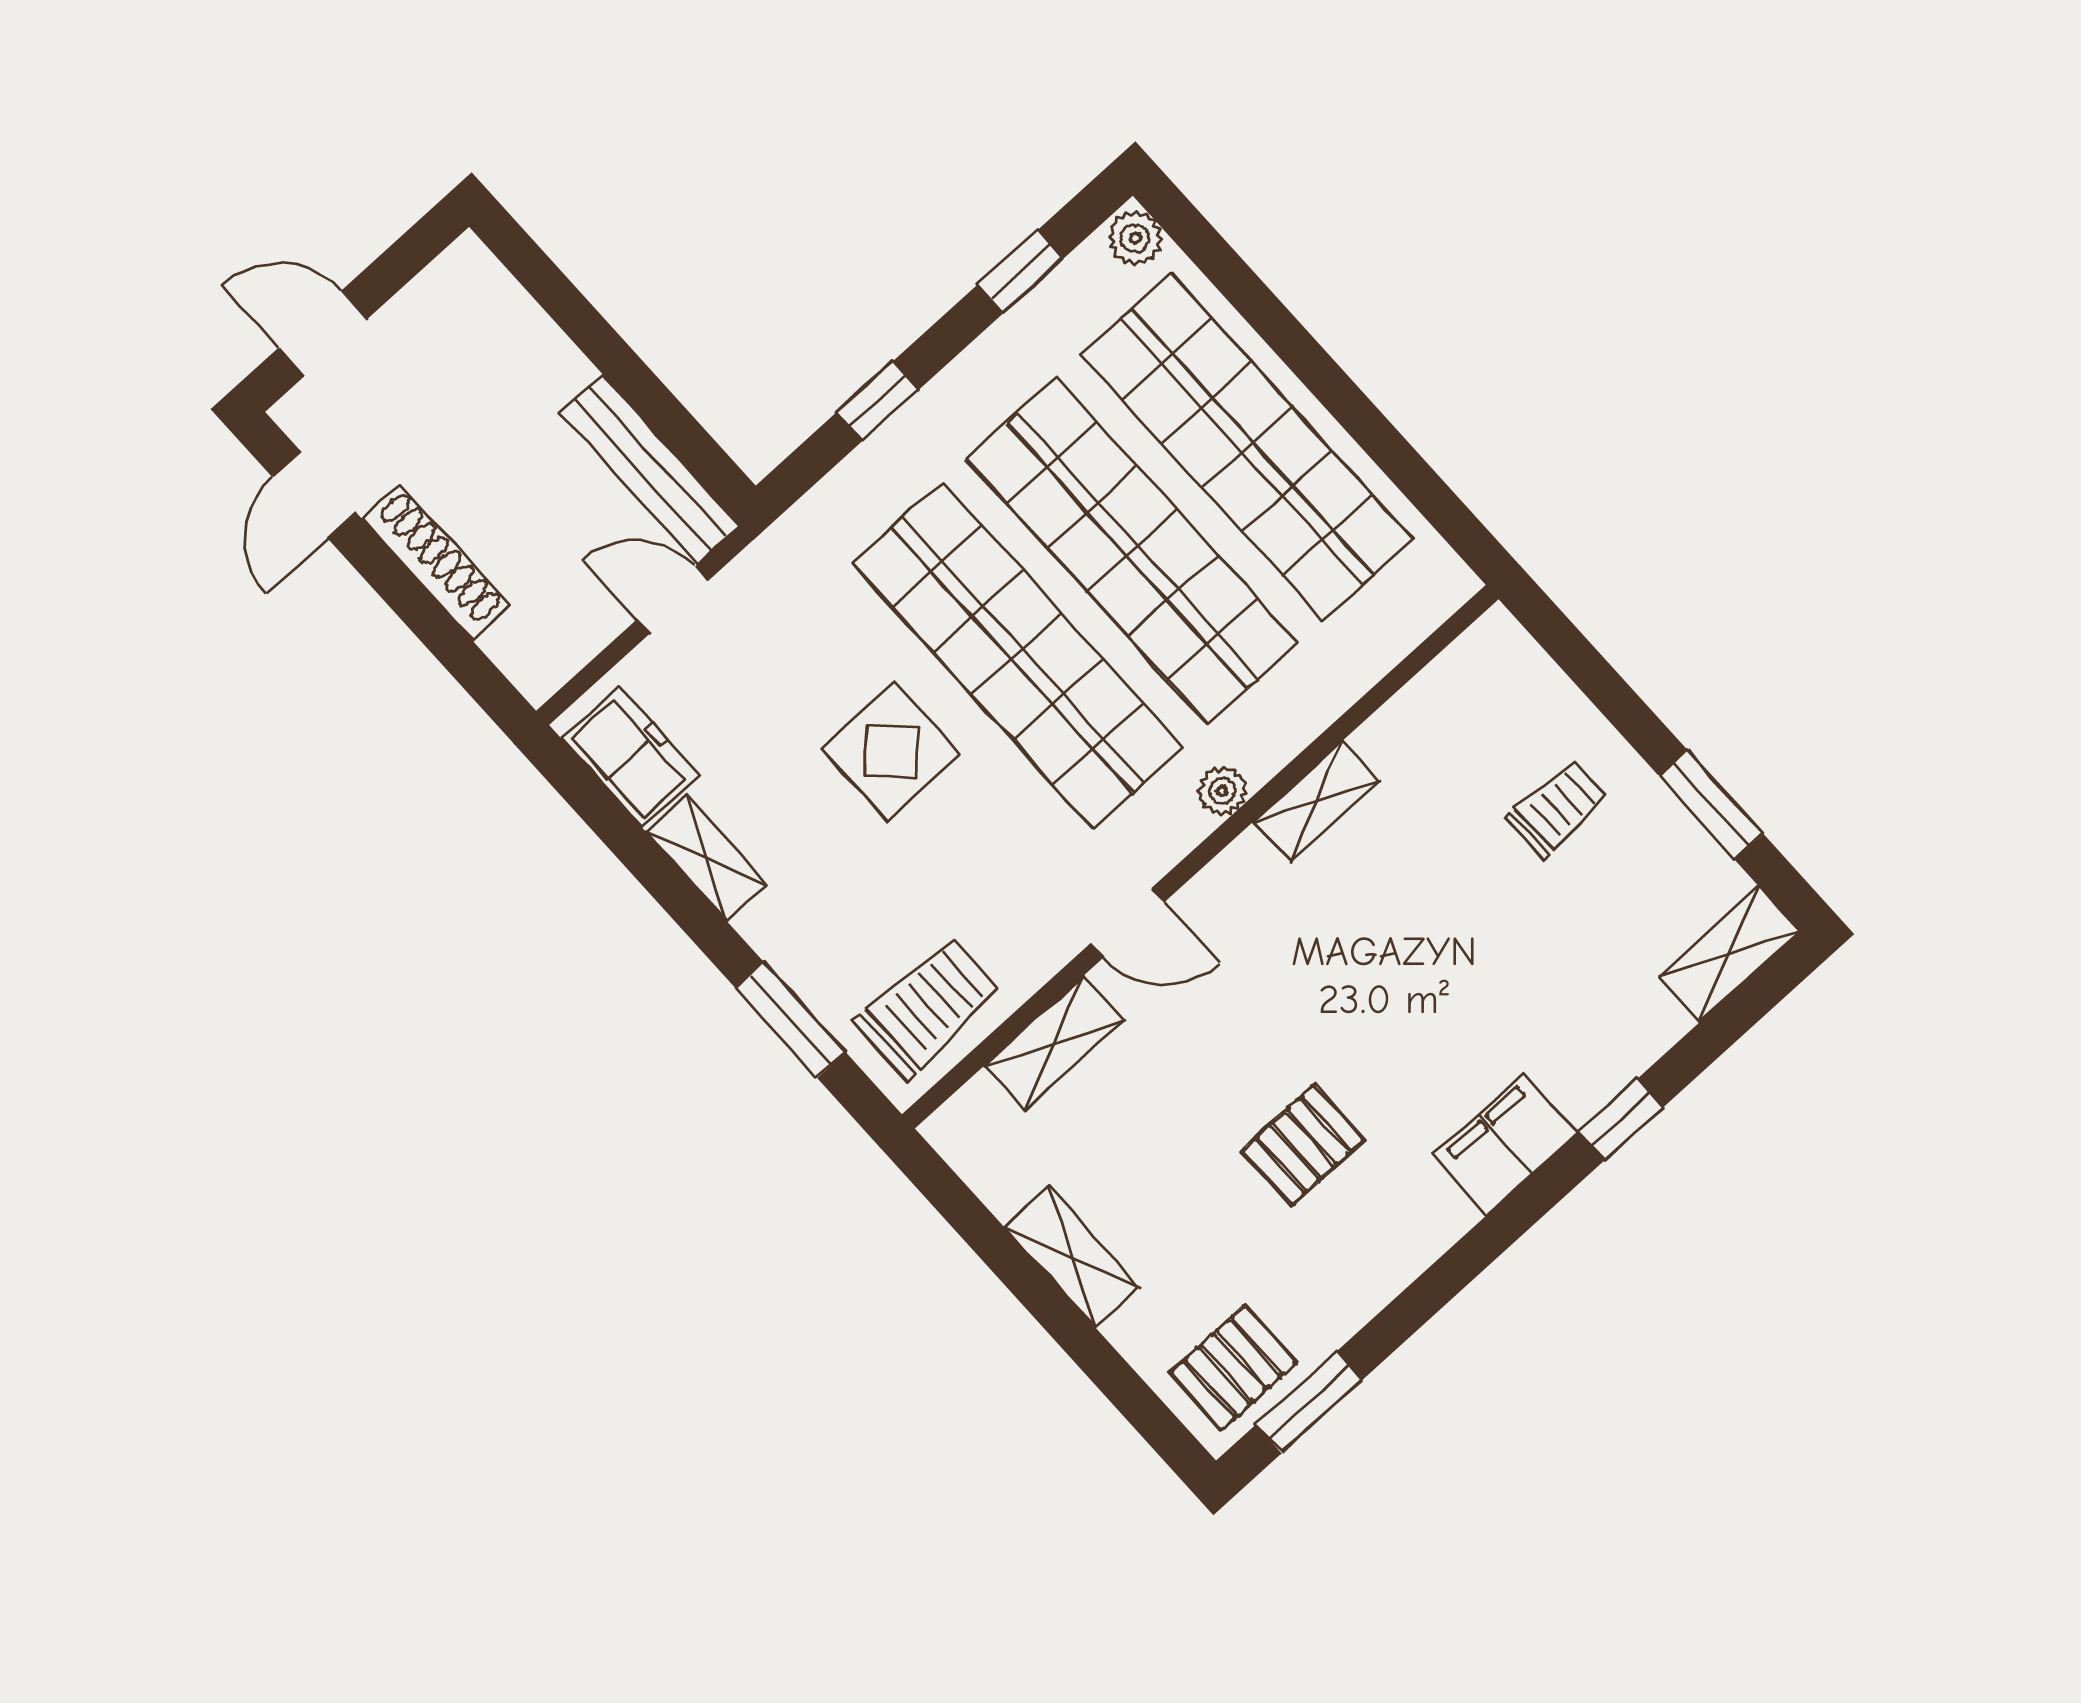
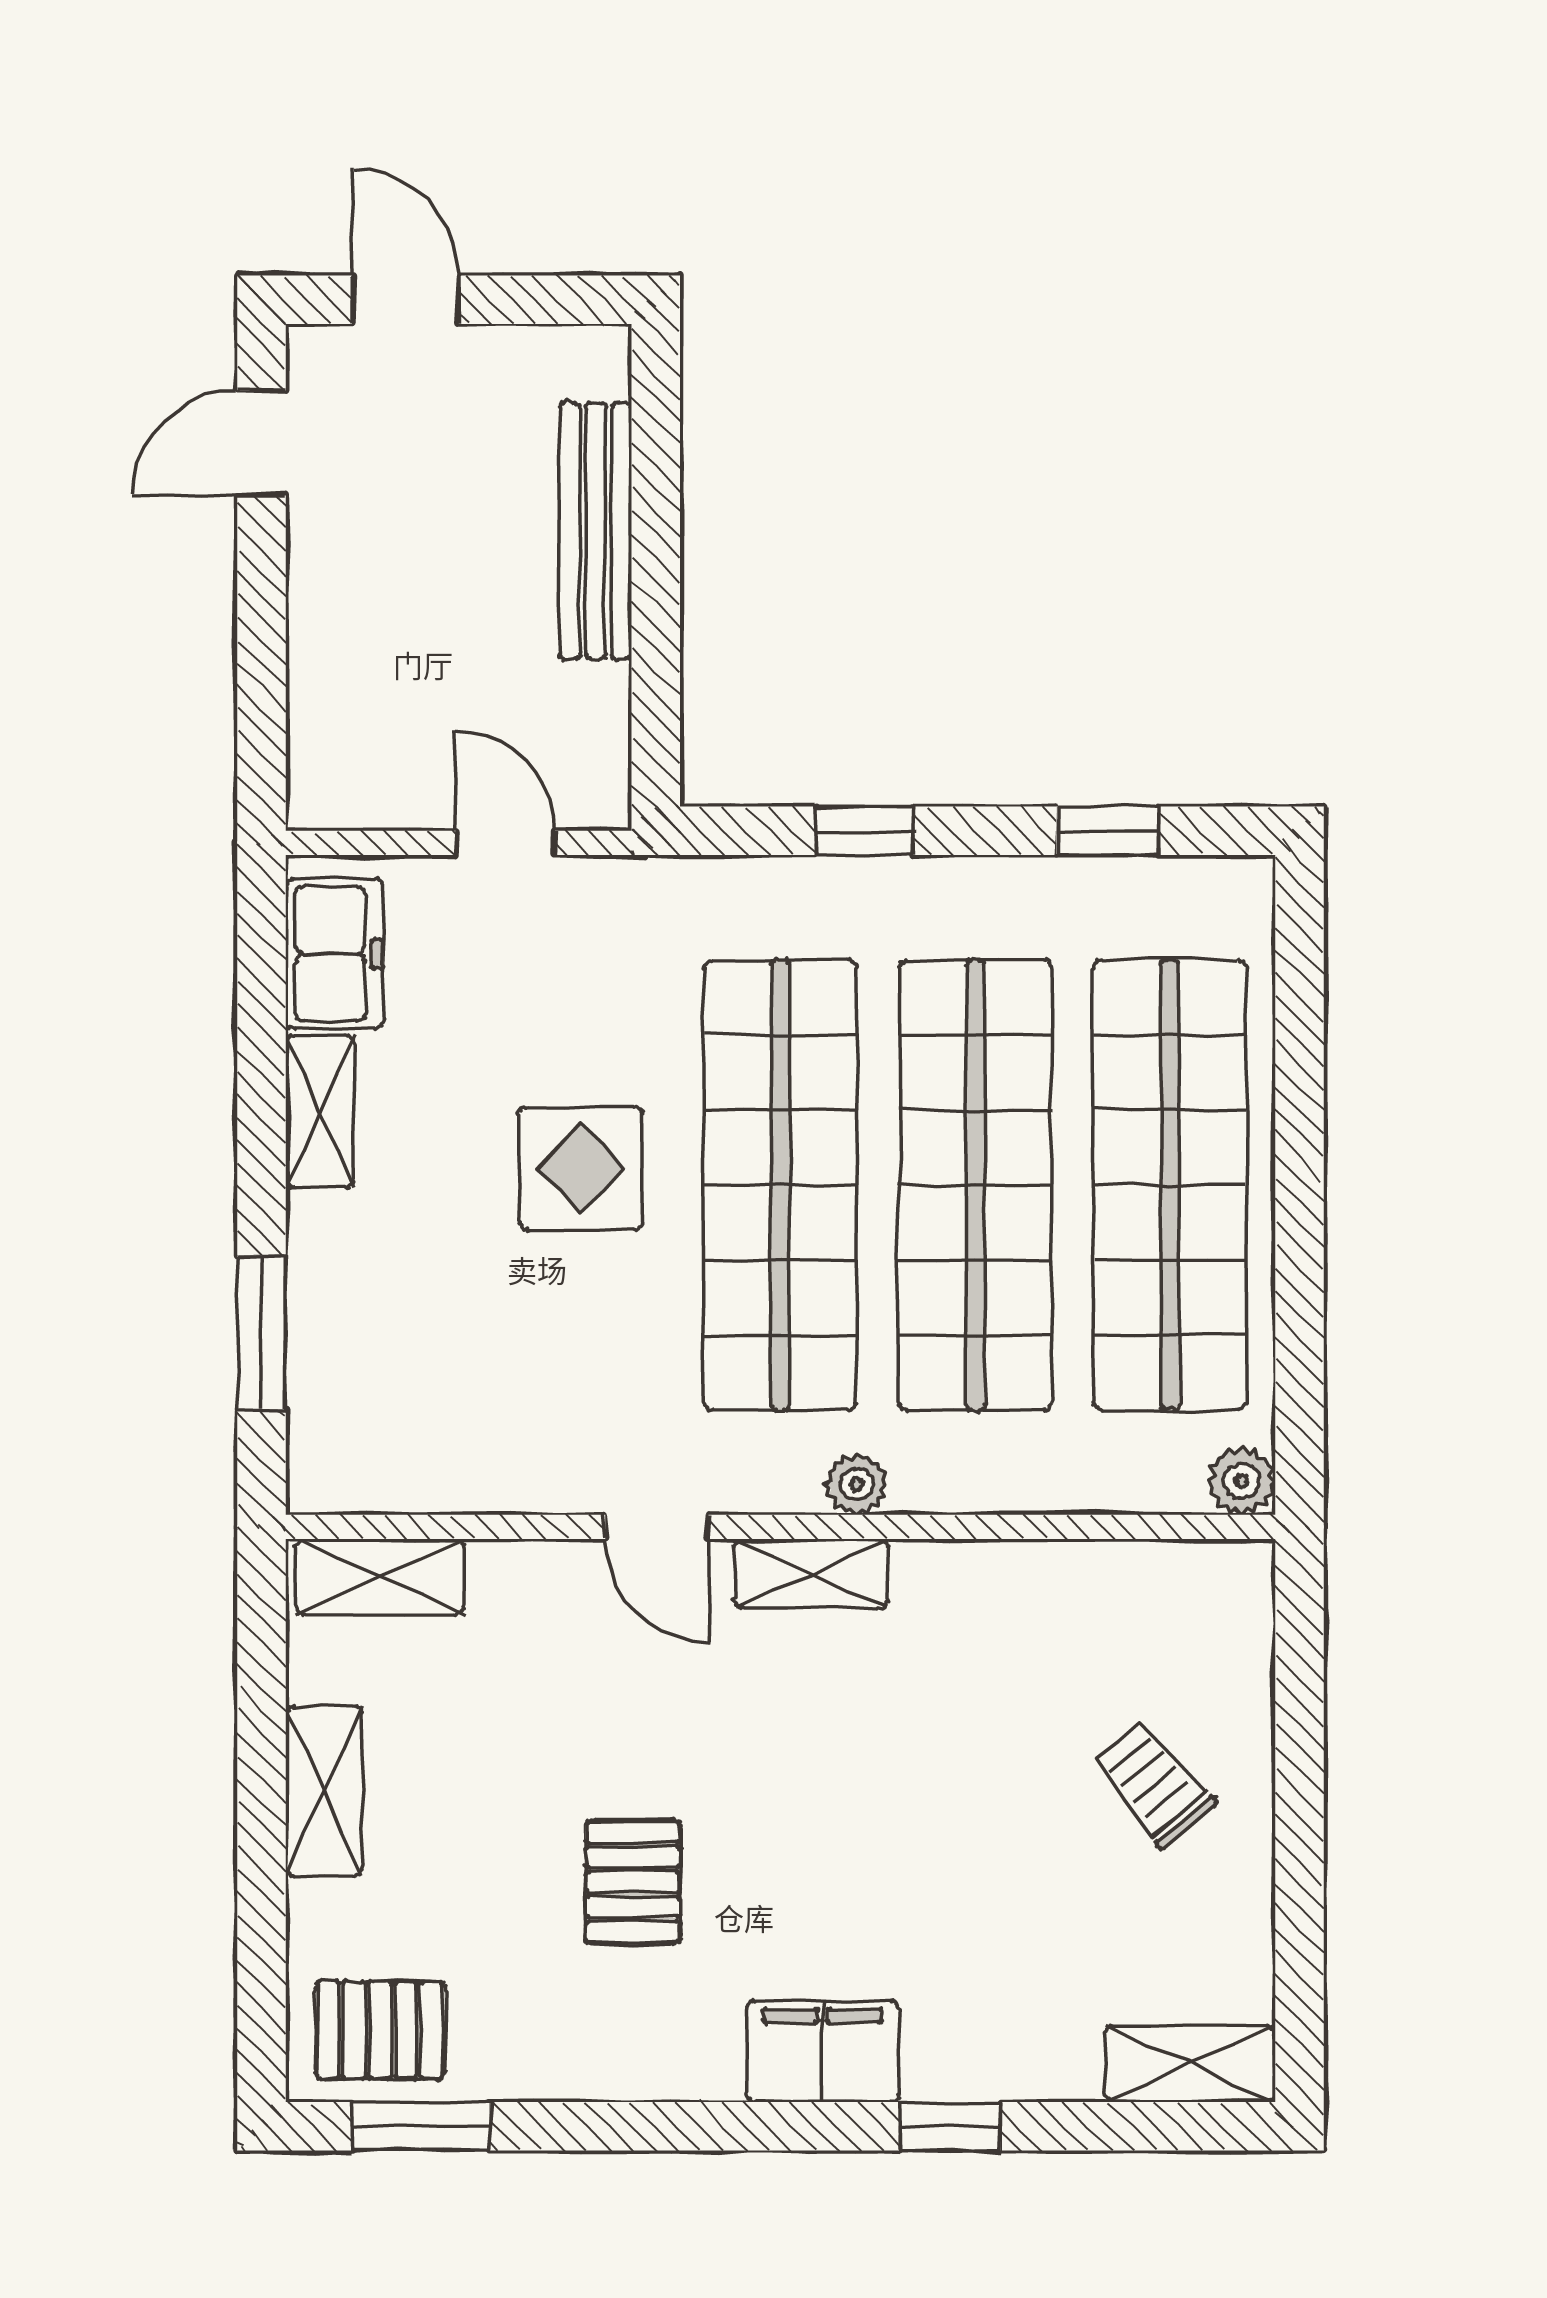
plant: (1135, 238) -> (1242, 1481), moved
bench: (650, 469) -> (596, 531), moved
shoe rack: (435, 562) -> (318, 607), removed
shelving: (1316, 801) -> (811, 1573), moved
window: (1711, 804) -> (1299, 1909), removed
trolley: (1558, 809) -> (1154, 1784), turned -130
trolley: (927, 1007) -> (399, 1437), removed
shelving: (1054, 1043) -> (380, 1577), moved
pallet: (1303, 1145) -> (633, 1882), turned 90

